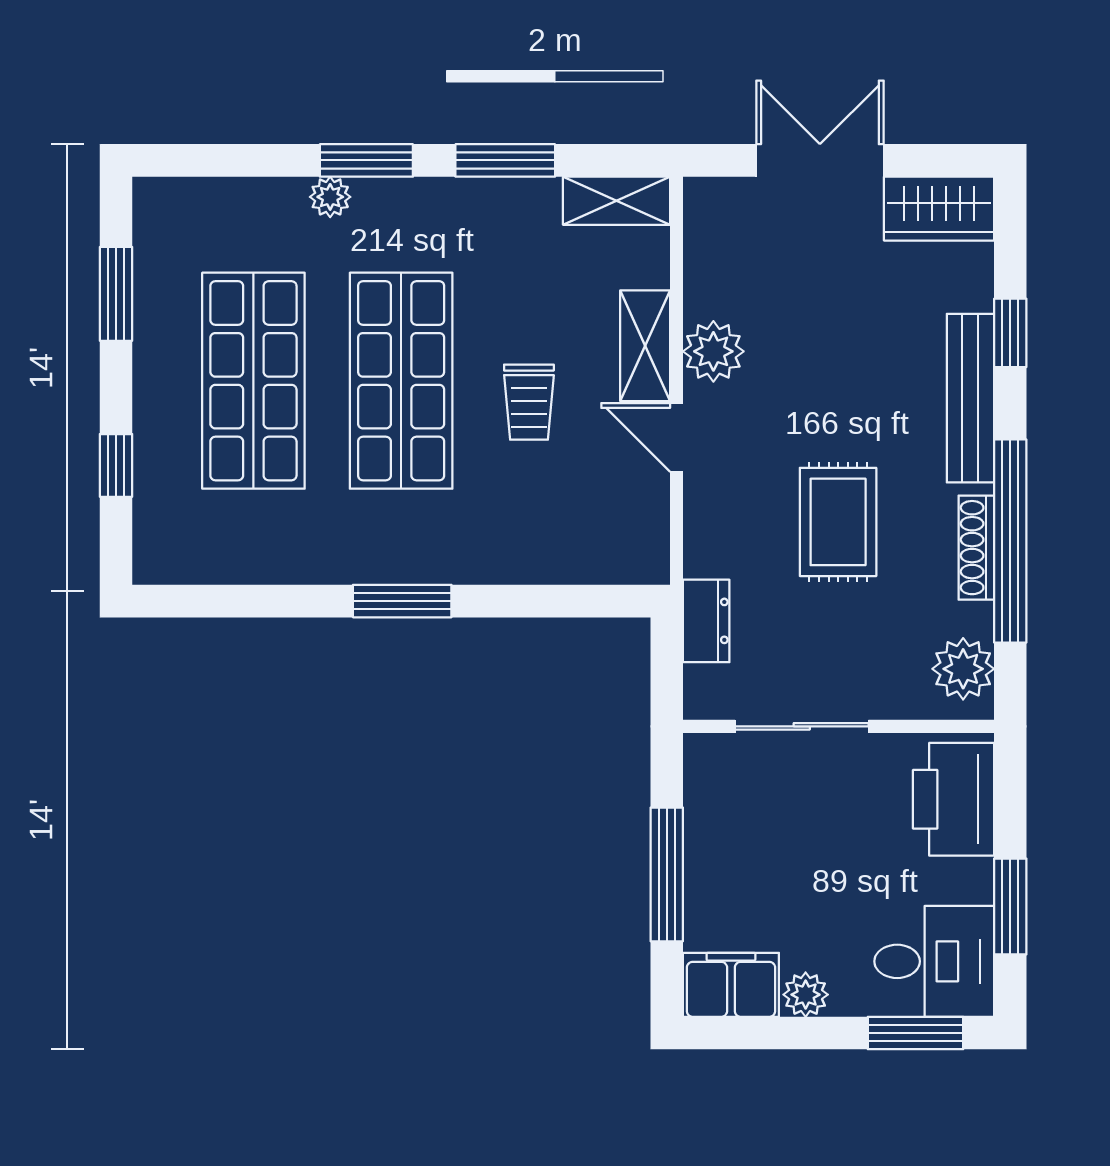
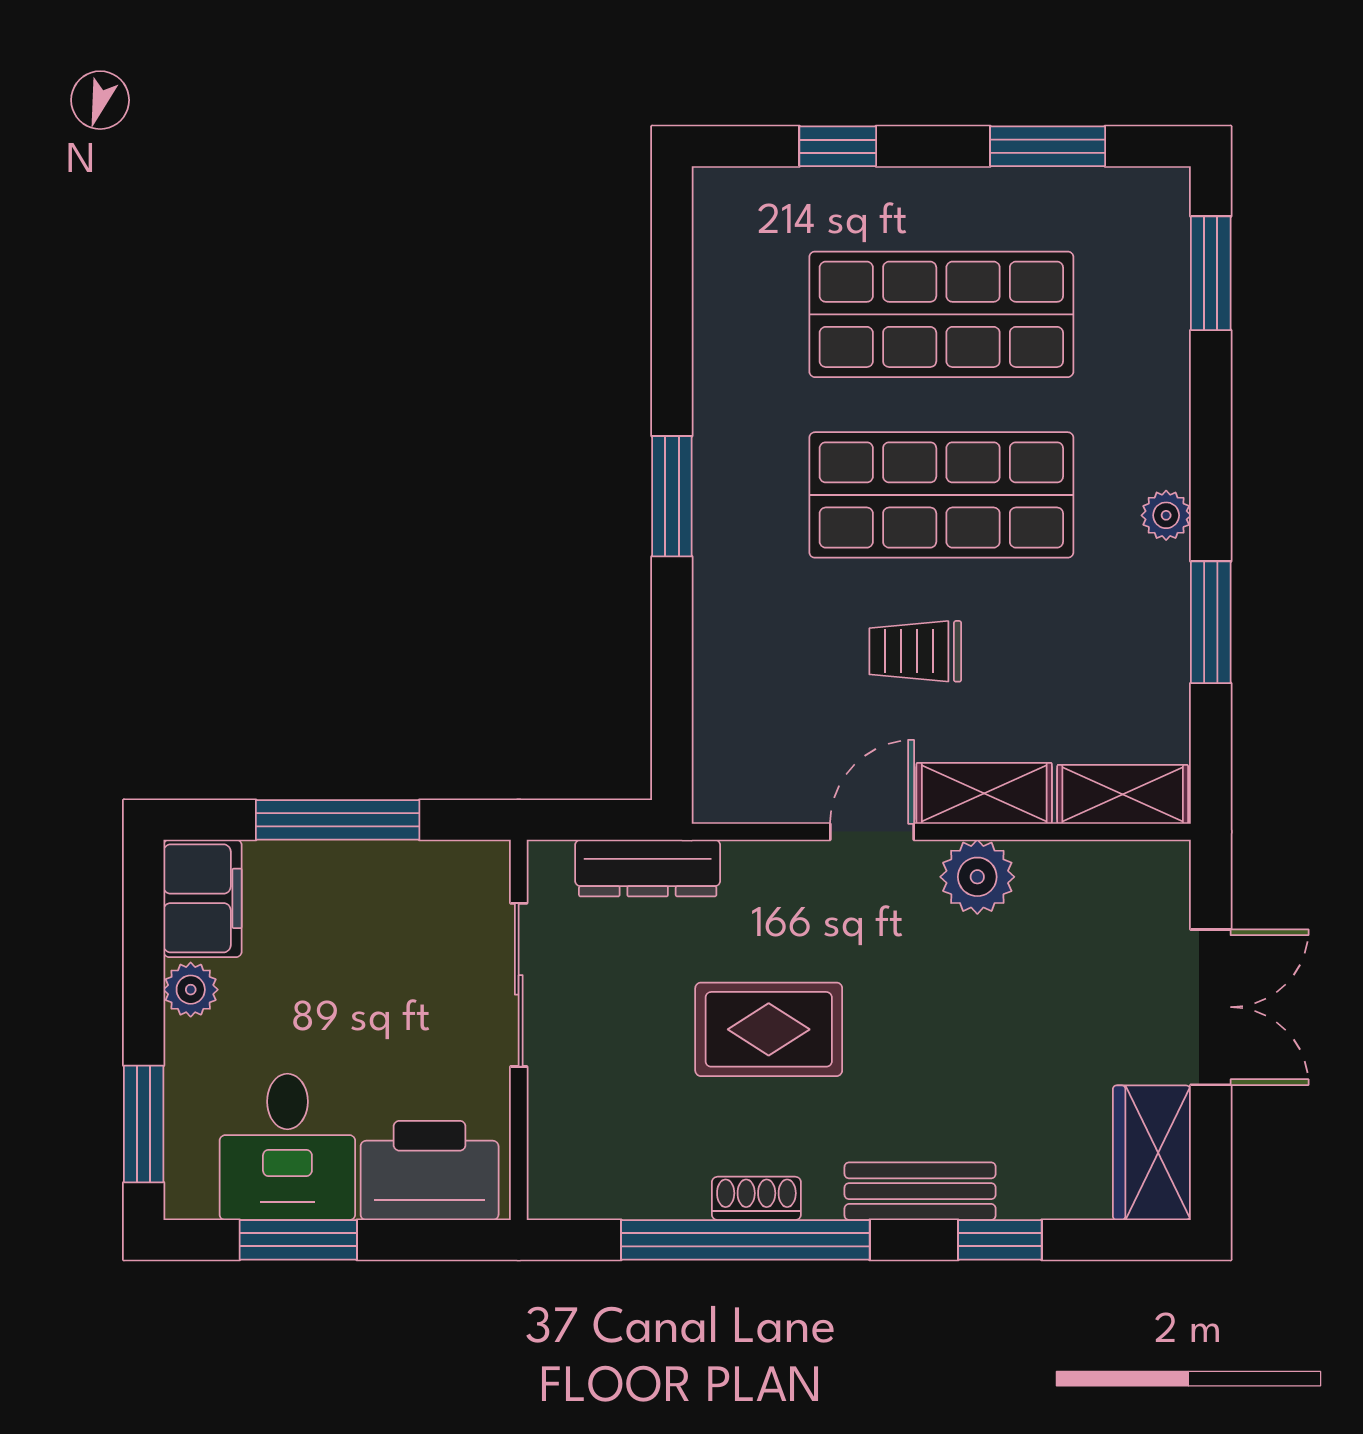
window: (366, 160) -> (1211, 273), moved
plant: (330, 197) -> (1166, 515), moved
shelving: (616, 201) -> (1123, 794), moved, turned 90
bench: (970, 398) -> (920, 1191), width x0.73
shoe rack: (976, 548) -> (756, 1198), width x0.70
dresser: (706, 621) -> (648, 868), width x1.44
plant: (963, 669) -> (589, 1182), removed
desk: (934, 961) -> (287, 1147), moved

